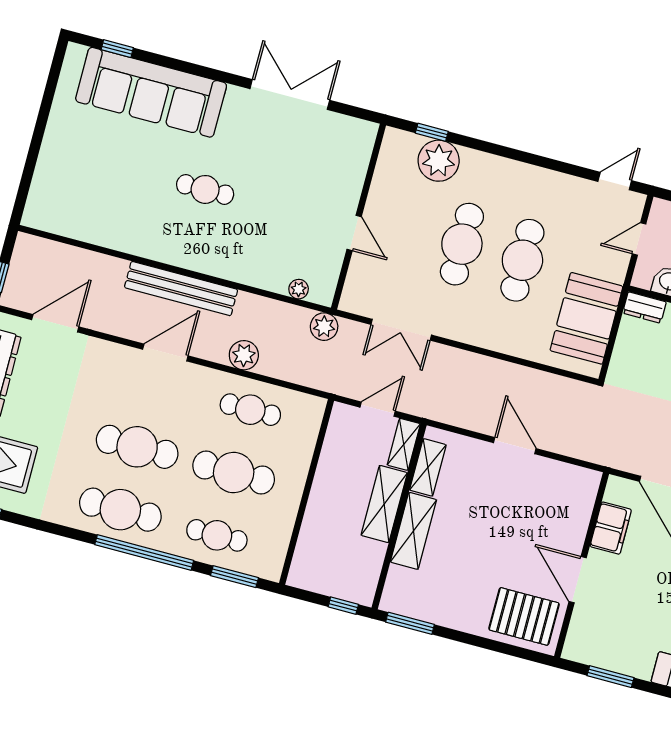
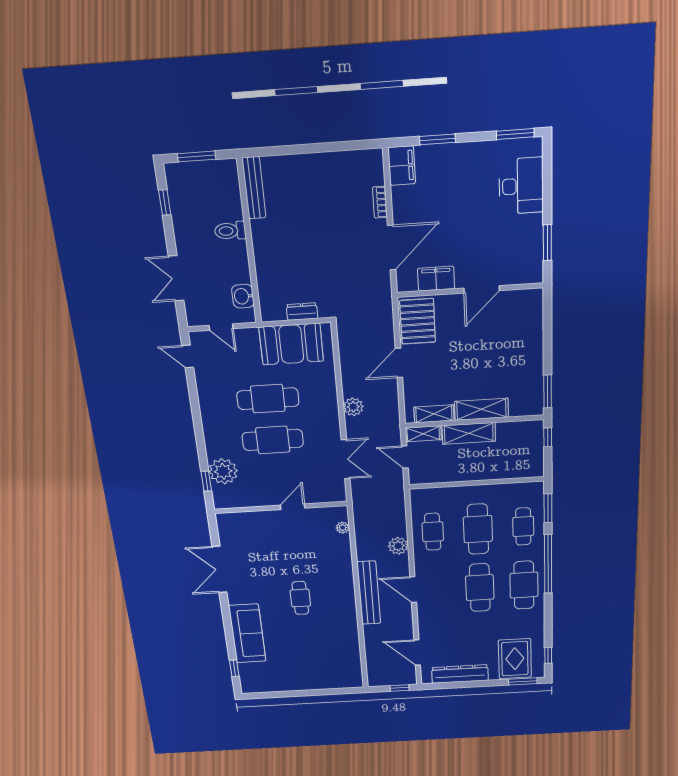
sofa: (151, 92) -> (247, 634), width x0.74, depth x0.79
dresser: (644, 307) -> (302, 311), moved, turned -90
plant: (324, 327) -> (353, 407), moved
pallet: (524, 616) -> (418, 321), moved

